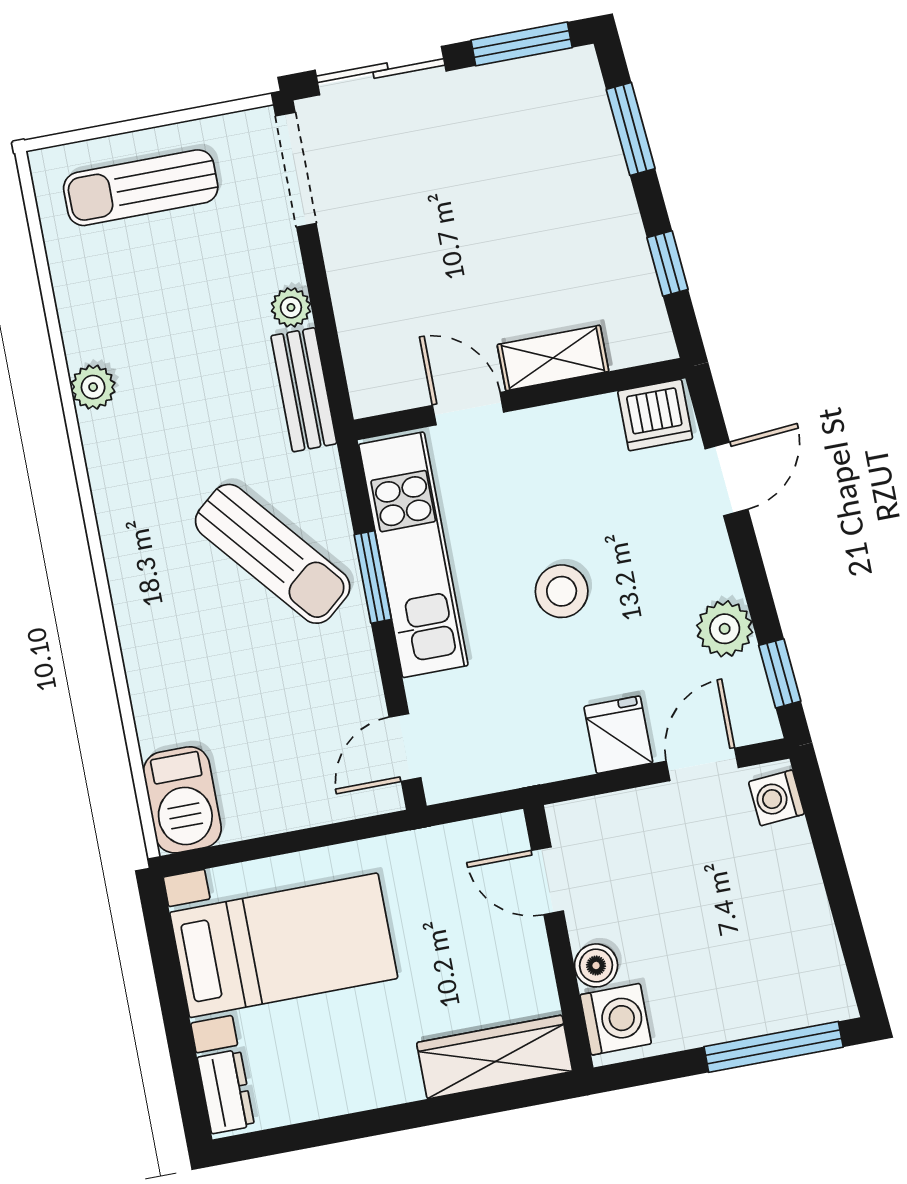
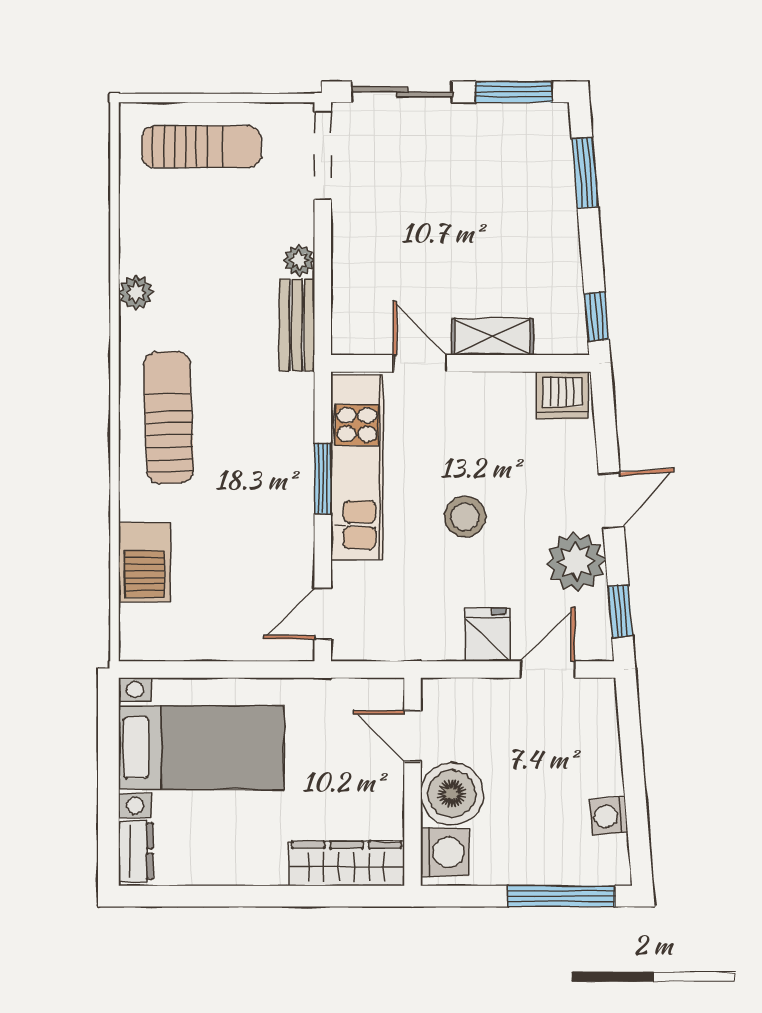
sun lounger: (141, 188) -> (201, 147), turned 180
window: (668, 264) -> (596, 316), moved
door: (727, 479) -> (611, 500), moved
sun lounger: (273, 554) -> (168, 417), moved, turned -142
plant: (725, 629) -> (576, 562), width x1.36, depth x1.36
washing machine: (776, 798) -> (609, 816), moved
barbecue: (182, 800) -> (145, 562), moved
boiler: (596, 965) -> (452, 794), width x1.86, depth x1.86

